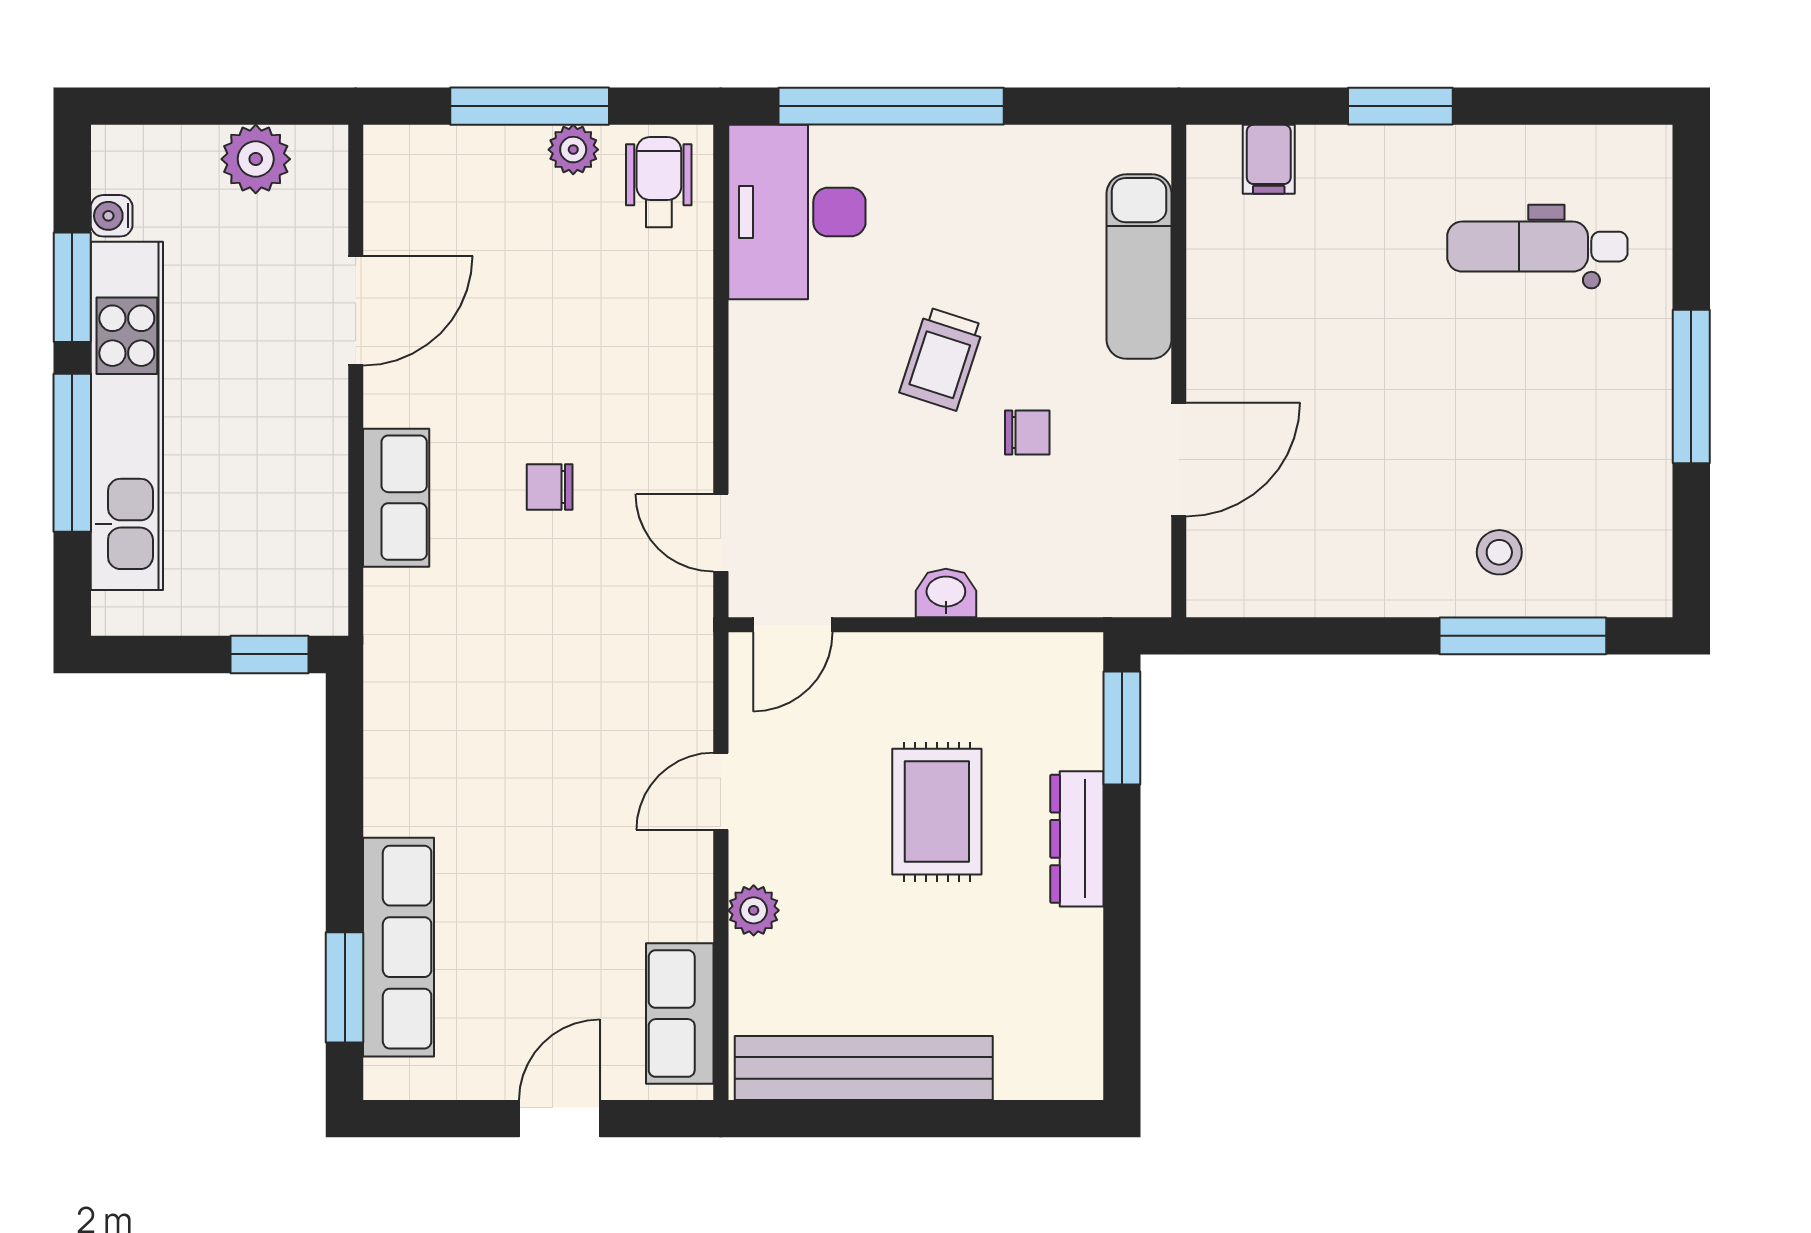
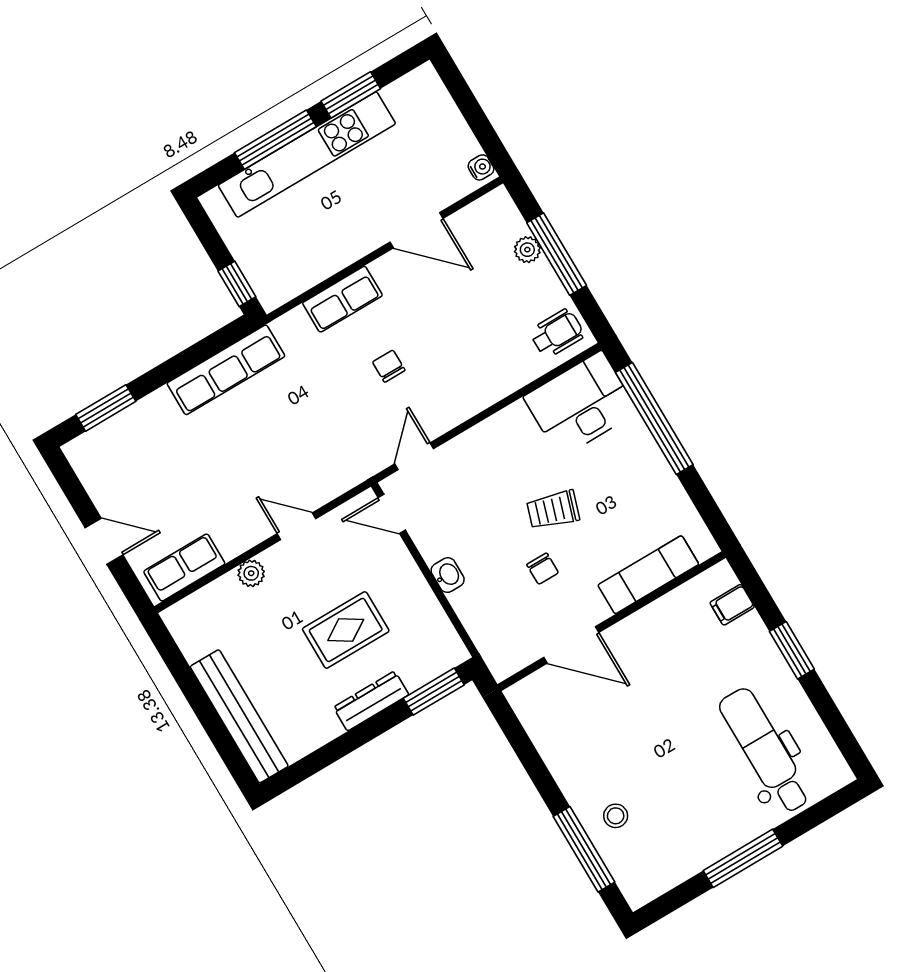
plant: (573, 150) -> (527, 250), moved
plant: (256, 159) -> (459, 144), removed
water cooler: (112, 216) -> (481, 167), moved, turned 90
dental chair: (1537, 247) -> (765, 751), width x1.36, depth x1.38
row of seats: (399, 947) -> (226, 370), moved
bench: (864, 1068) -> (239, 716), moved

